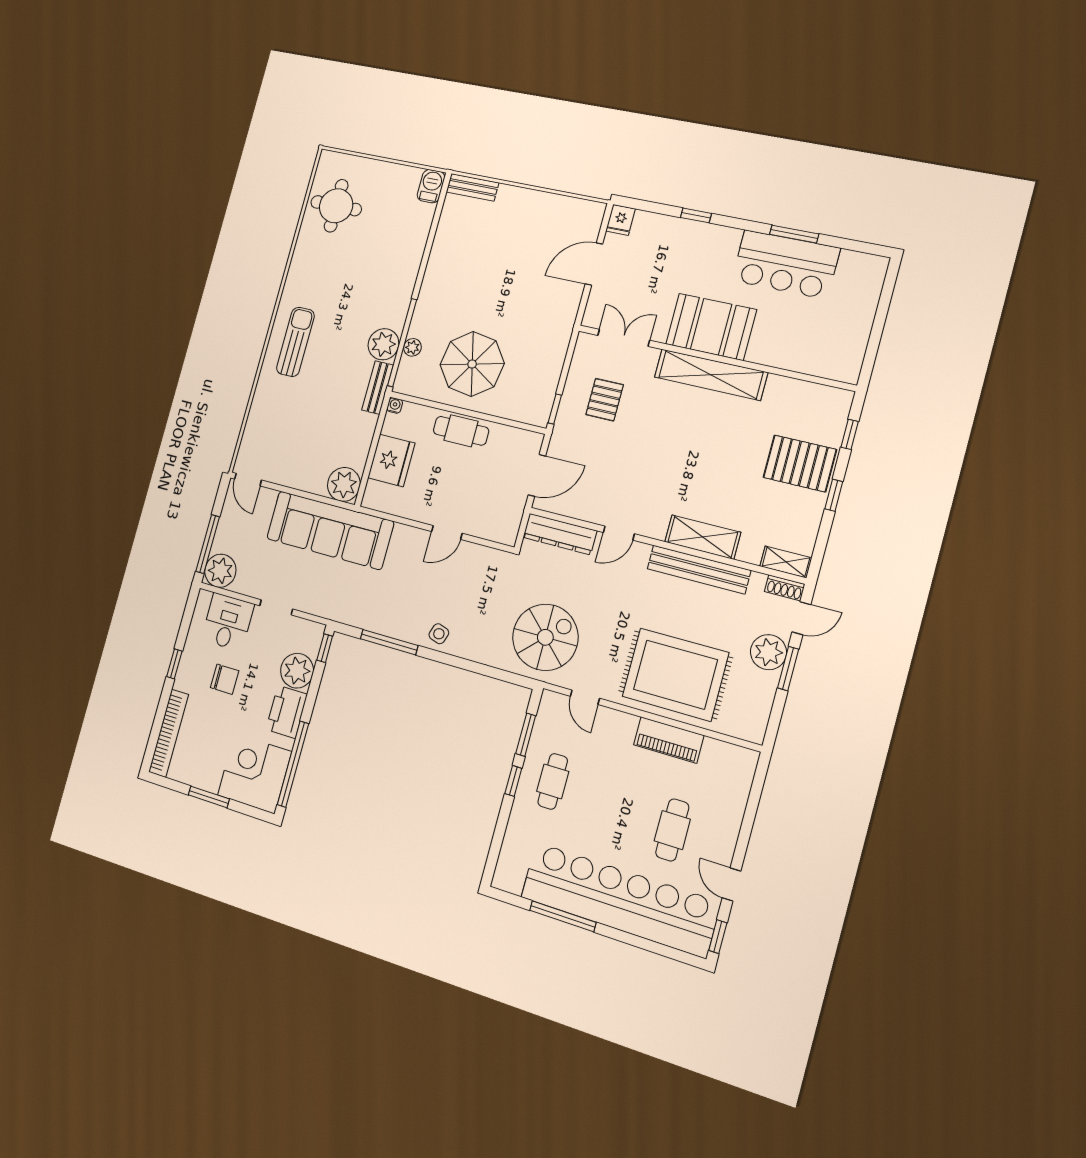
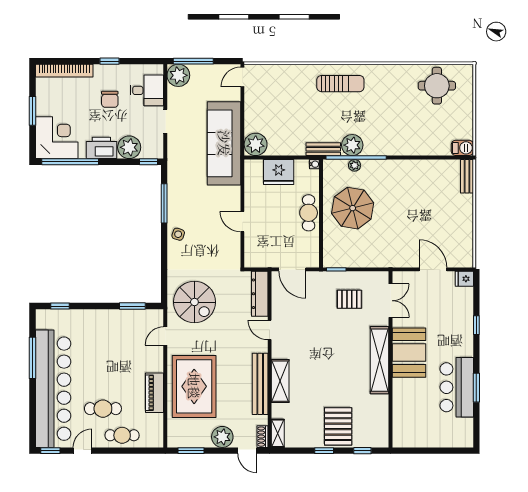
window: (788, 669) -> (191, 451), moved
window: (513, 781) -> (60, 306), moved
cafe table: (553, 781) -> (122, 435), moved

